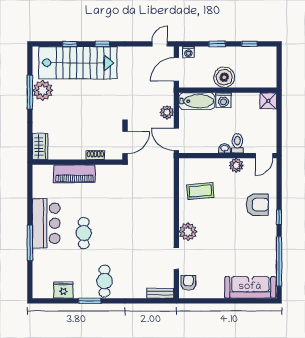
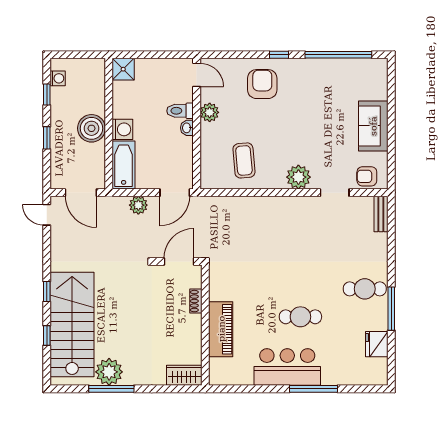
washing machine: (188, 52) -> (58, 78), moved
door: (125, 143) -> (179, 261), hinge flipped
sofa: (250, 287) -> (373, 126), moved, width x0.73
window: (90, 301) -> (391, 309), width x1.44

